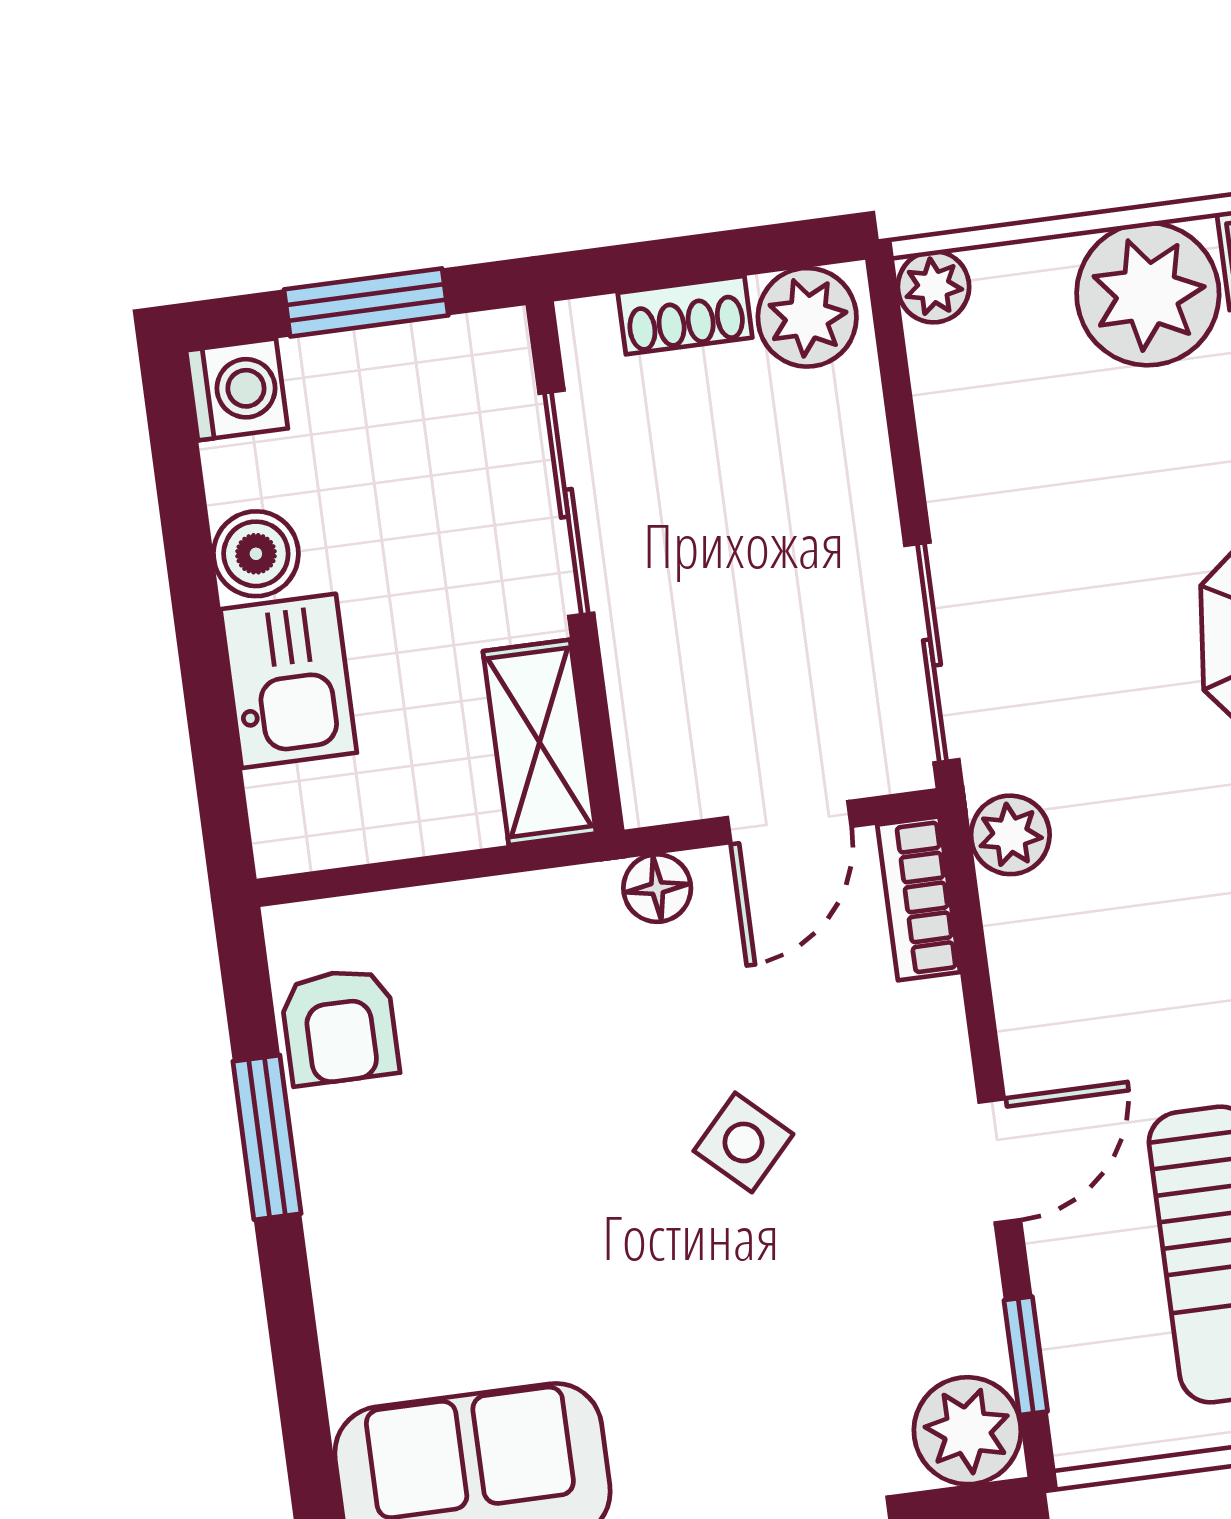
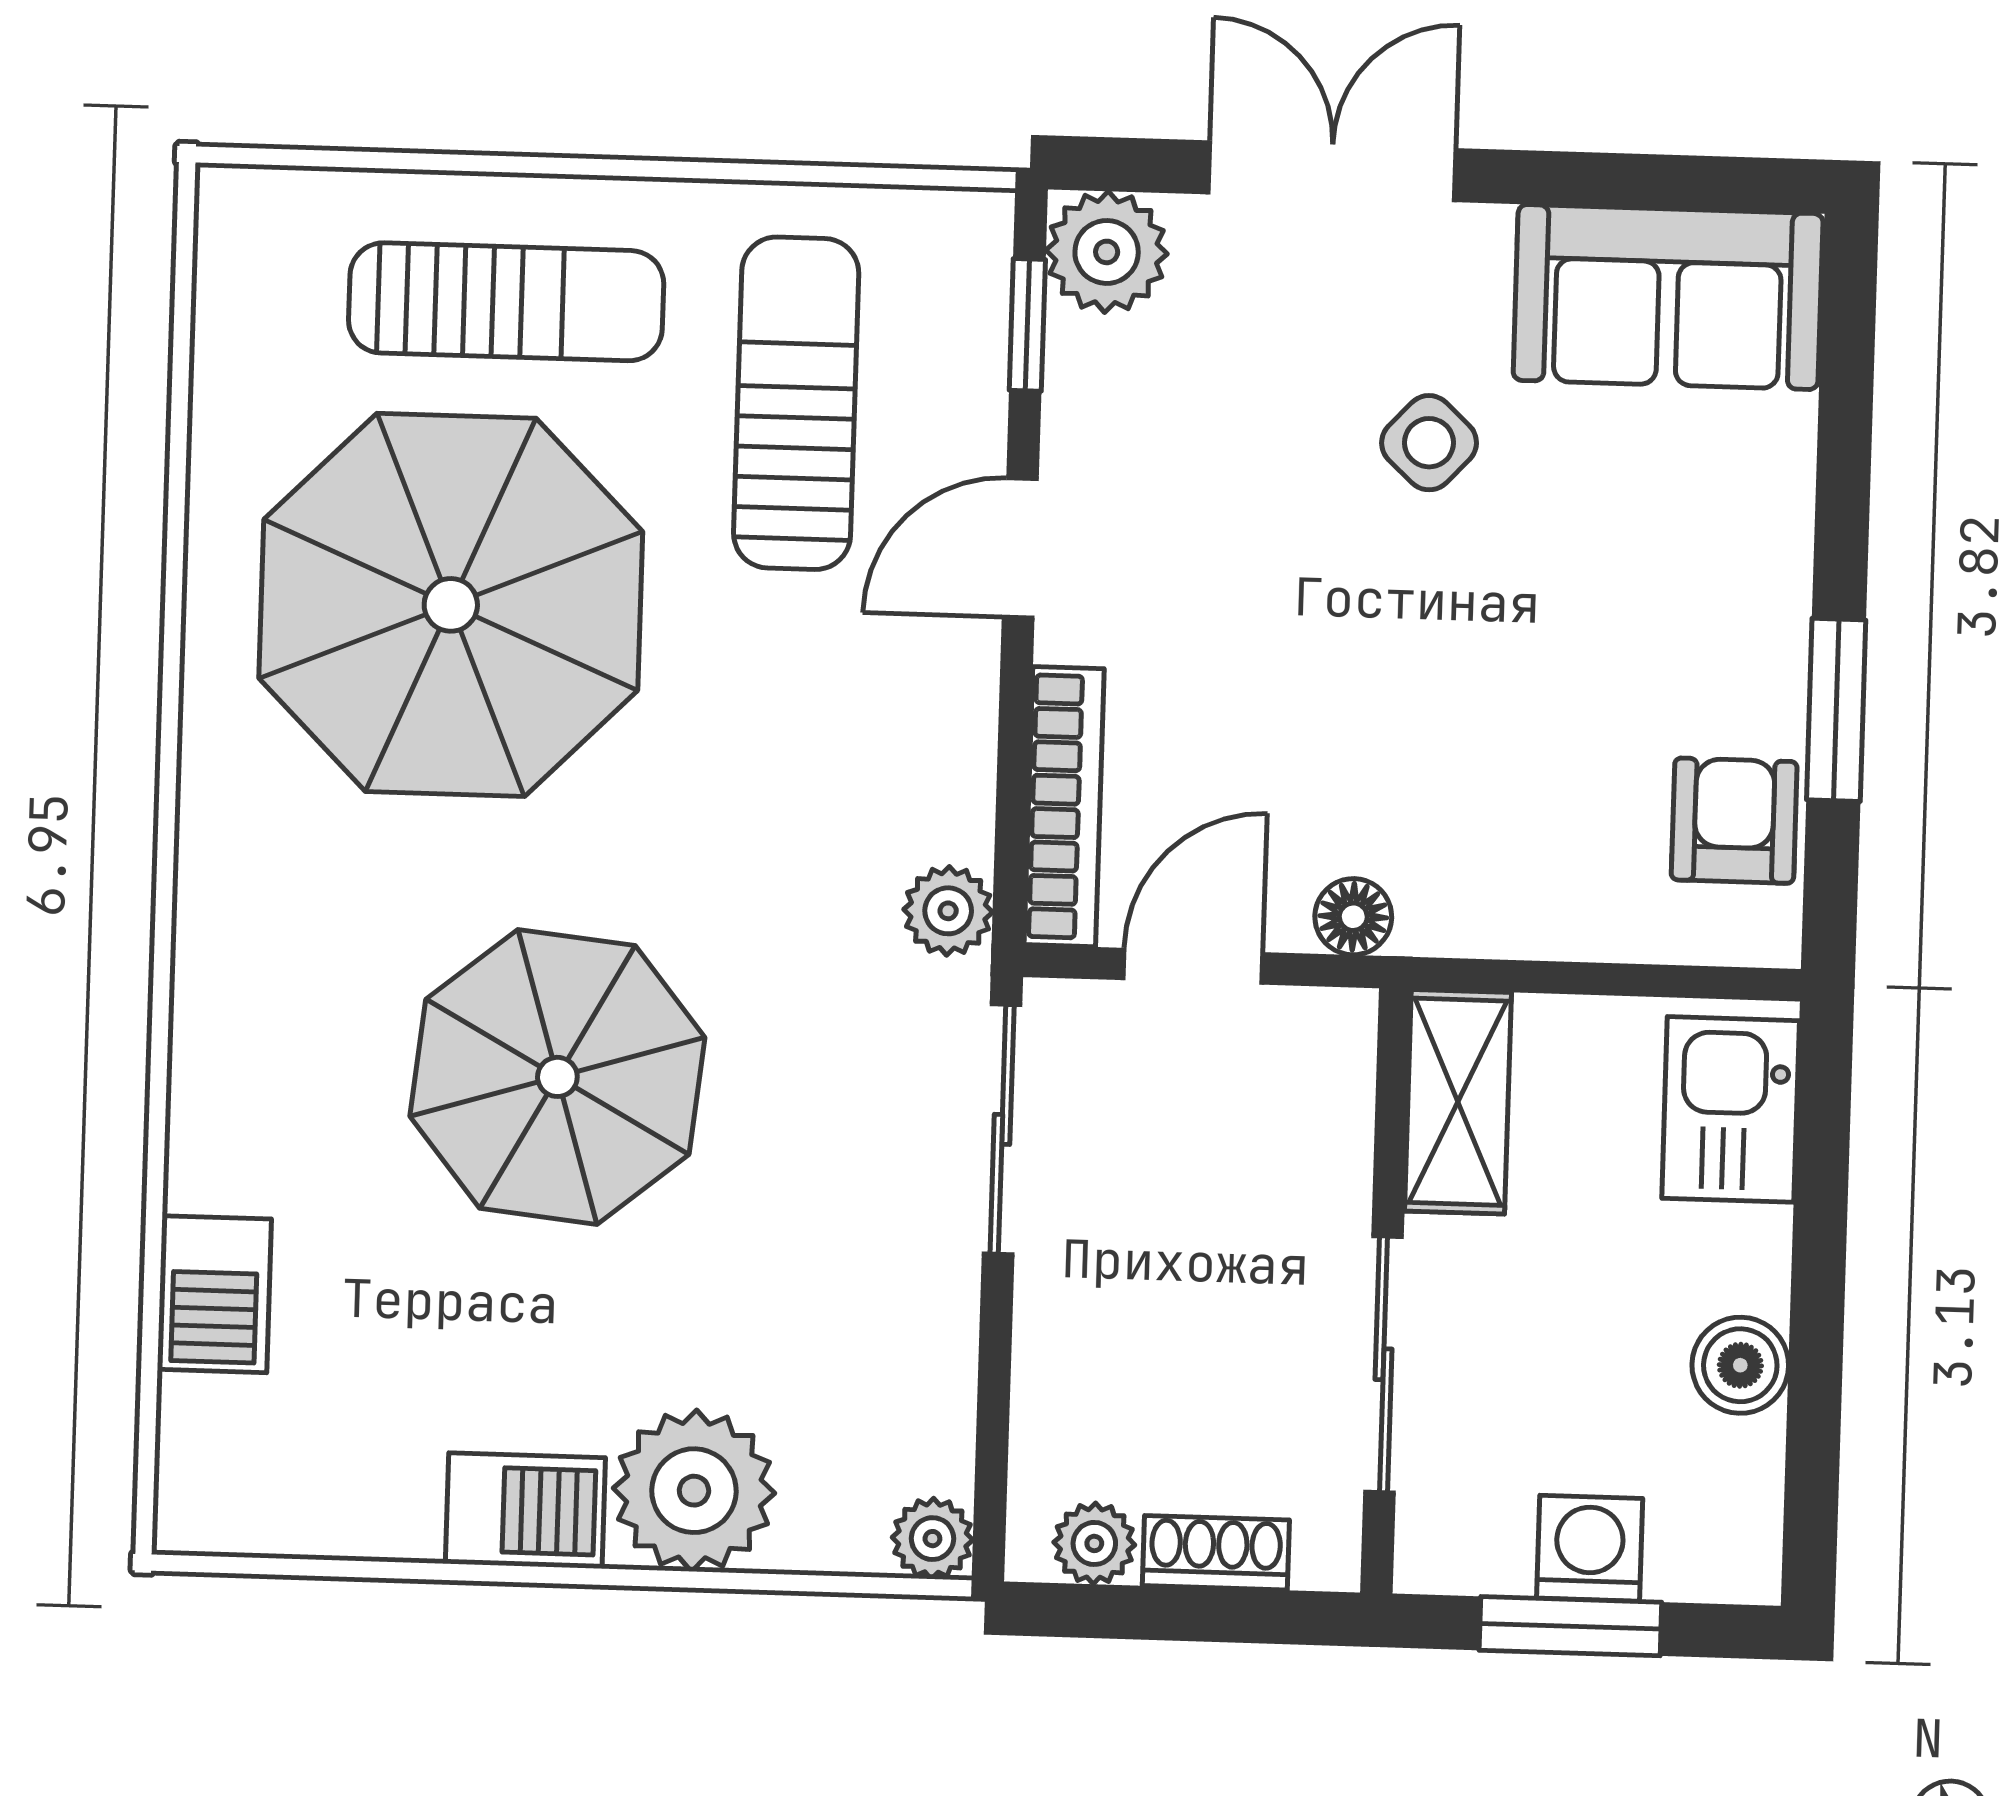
plant: (807, 317) -> (1094, 1543), width x0.73, depth x0.73
washing machine: (237, 389) -> (1590, 1548), moved, turned 90
kitchen sink: (289, 681) -> (1731, 1109), moved
bookcase: (919, 898) -> (1064, 807), width x1.56
side table: (743, 1142) -> (1429, 443), moved

